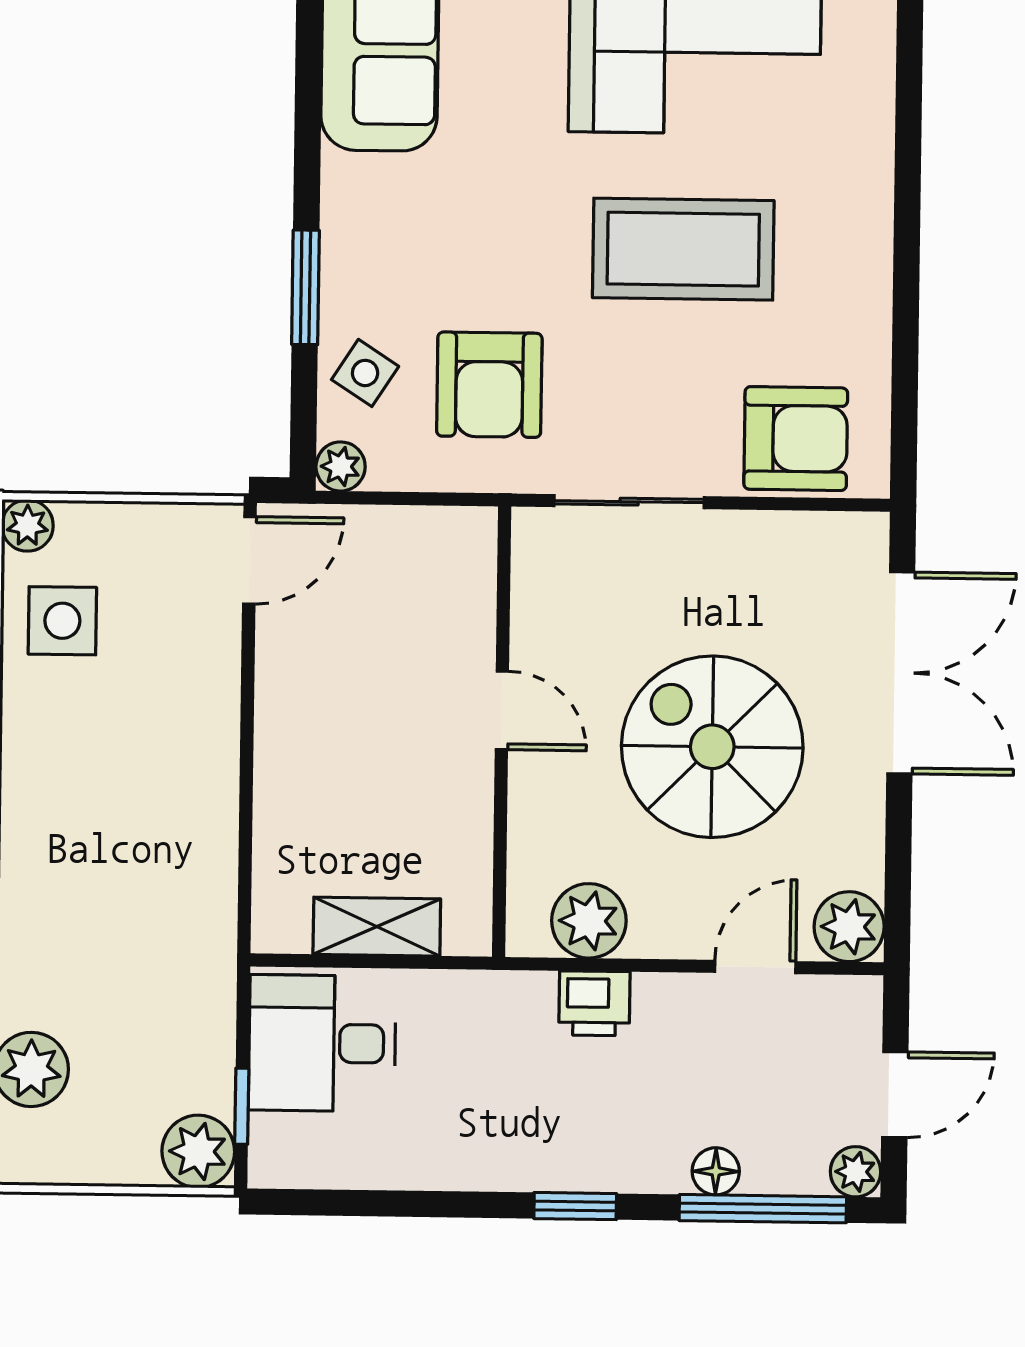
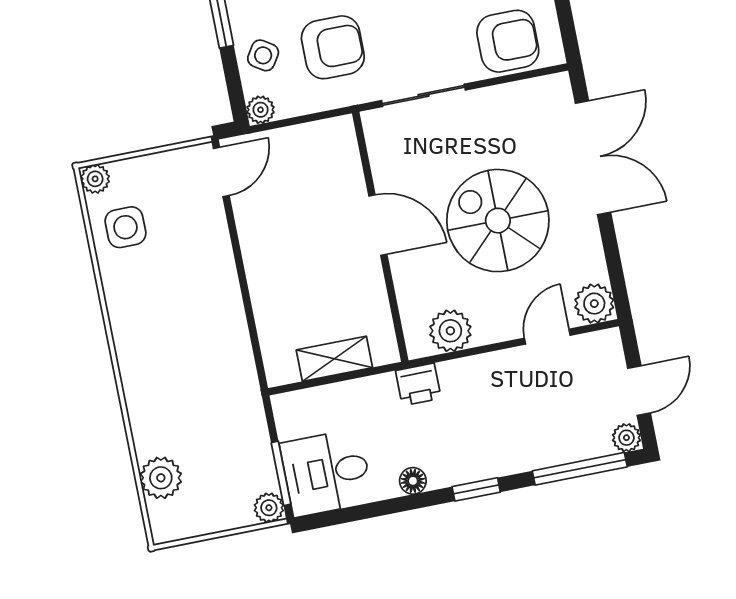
armchair: (489, 385) -> (333, 47), turned -90
door: (502, 710) -> (378, 225), width x1.38
printer: (594, 1003) -> (418, 384), moved
desk: (322, 1043) -> (326, 473), moved
window: (242, 1106) -> (281, 473), width x1.50
plant: (198, 1151) -> (269, 508), width x0.73, depth x0.73
floor lamp: (716, 1171) -> (413, 481), moved

